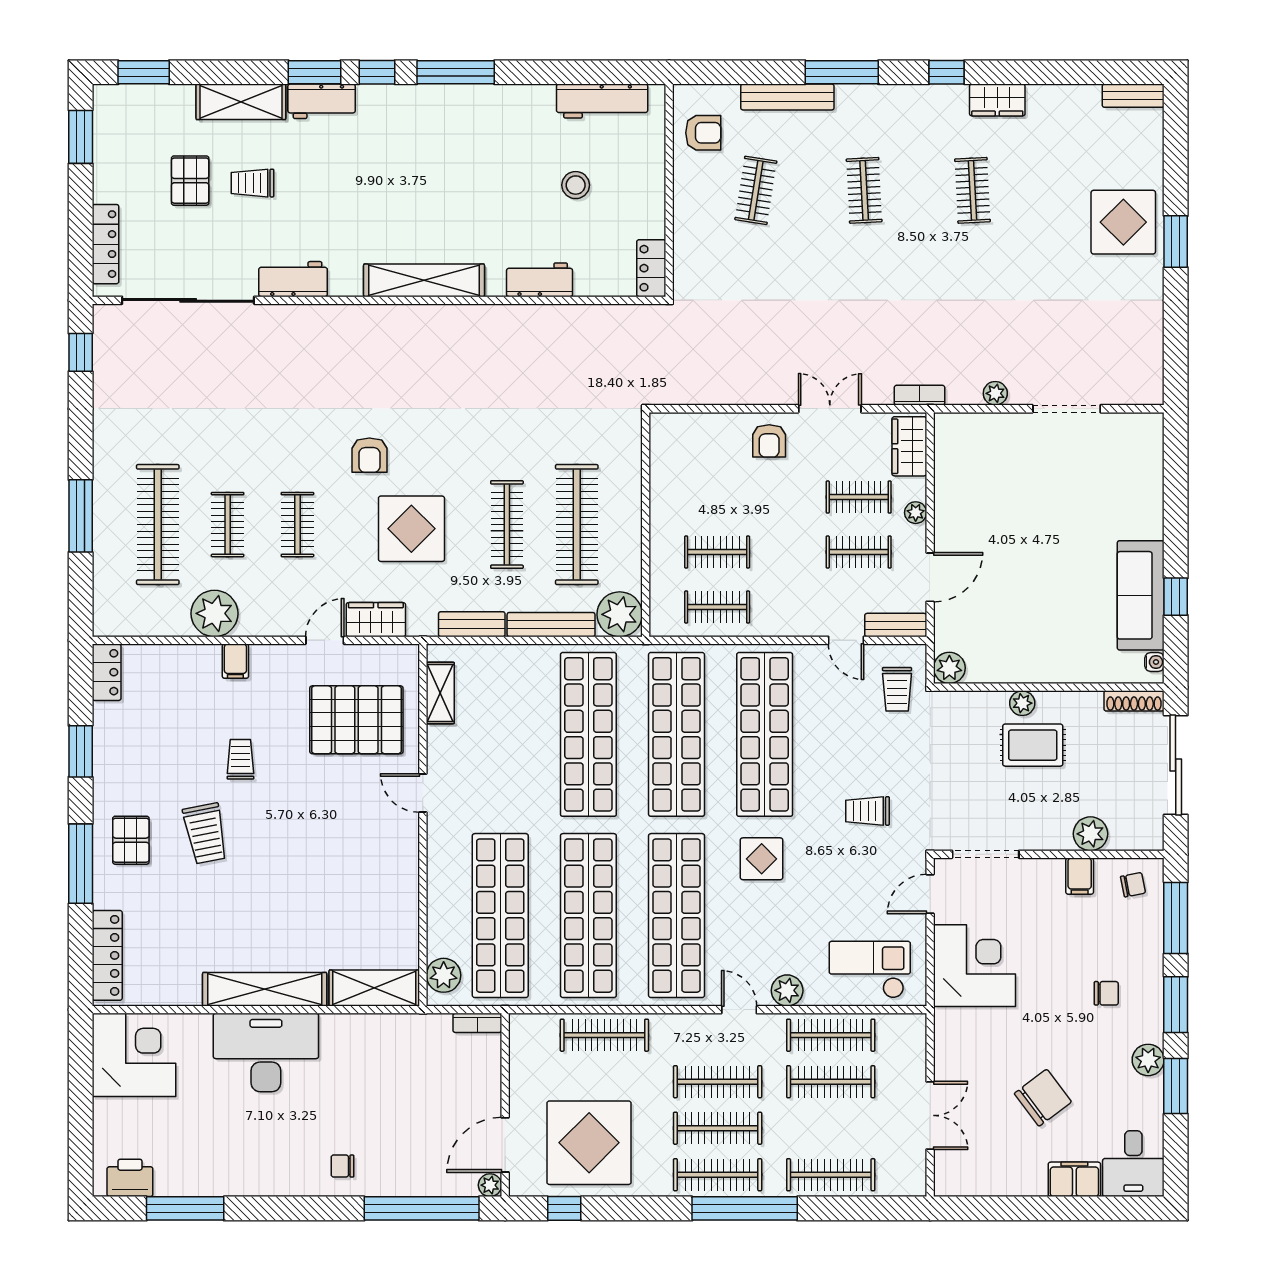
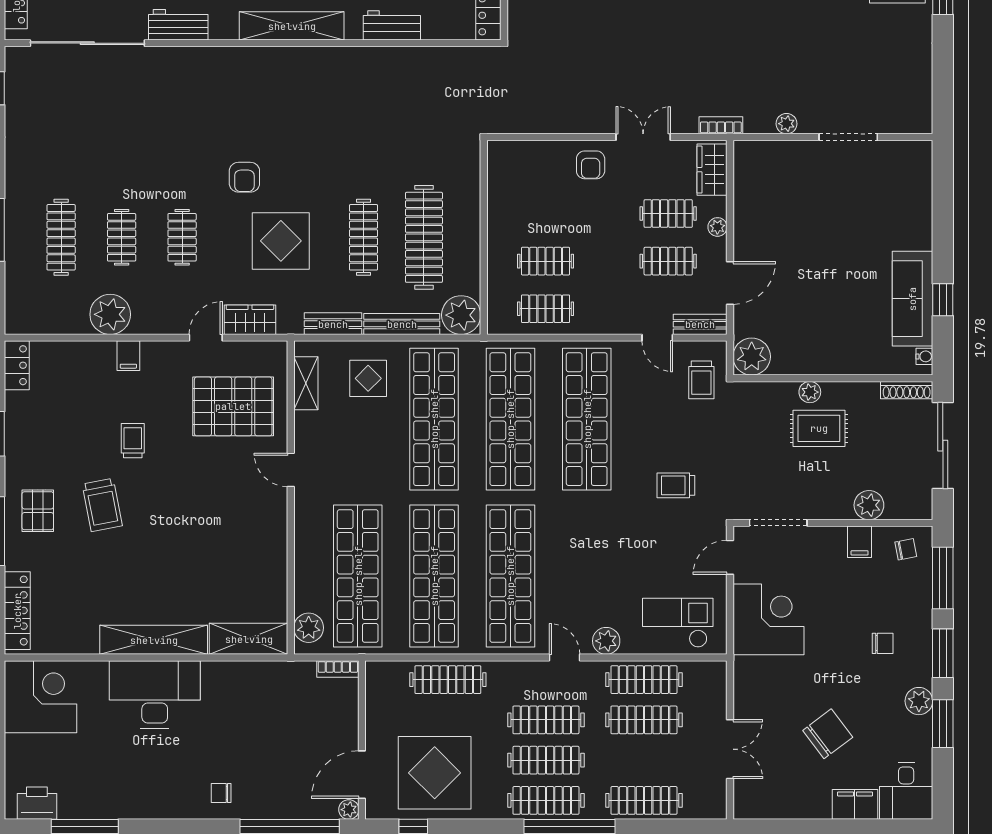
clothes rail: (158, 525) -> (61, 237), width x0.73, depth x0.76
plant: (949, 668) -> (752, 357), width x1.36, depth x1.36
display table: (762, 859) -> (368, 378), moved

